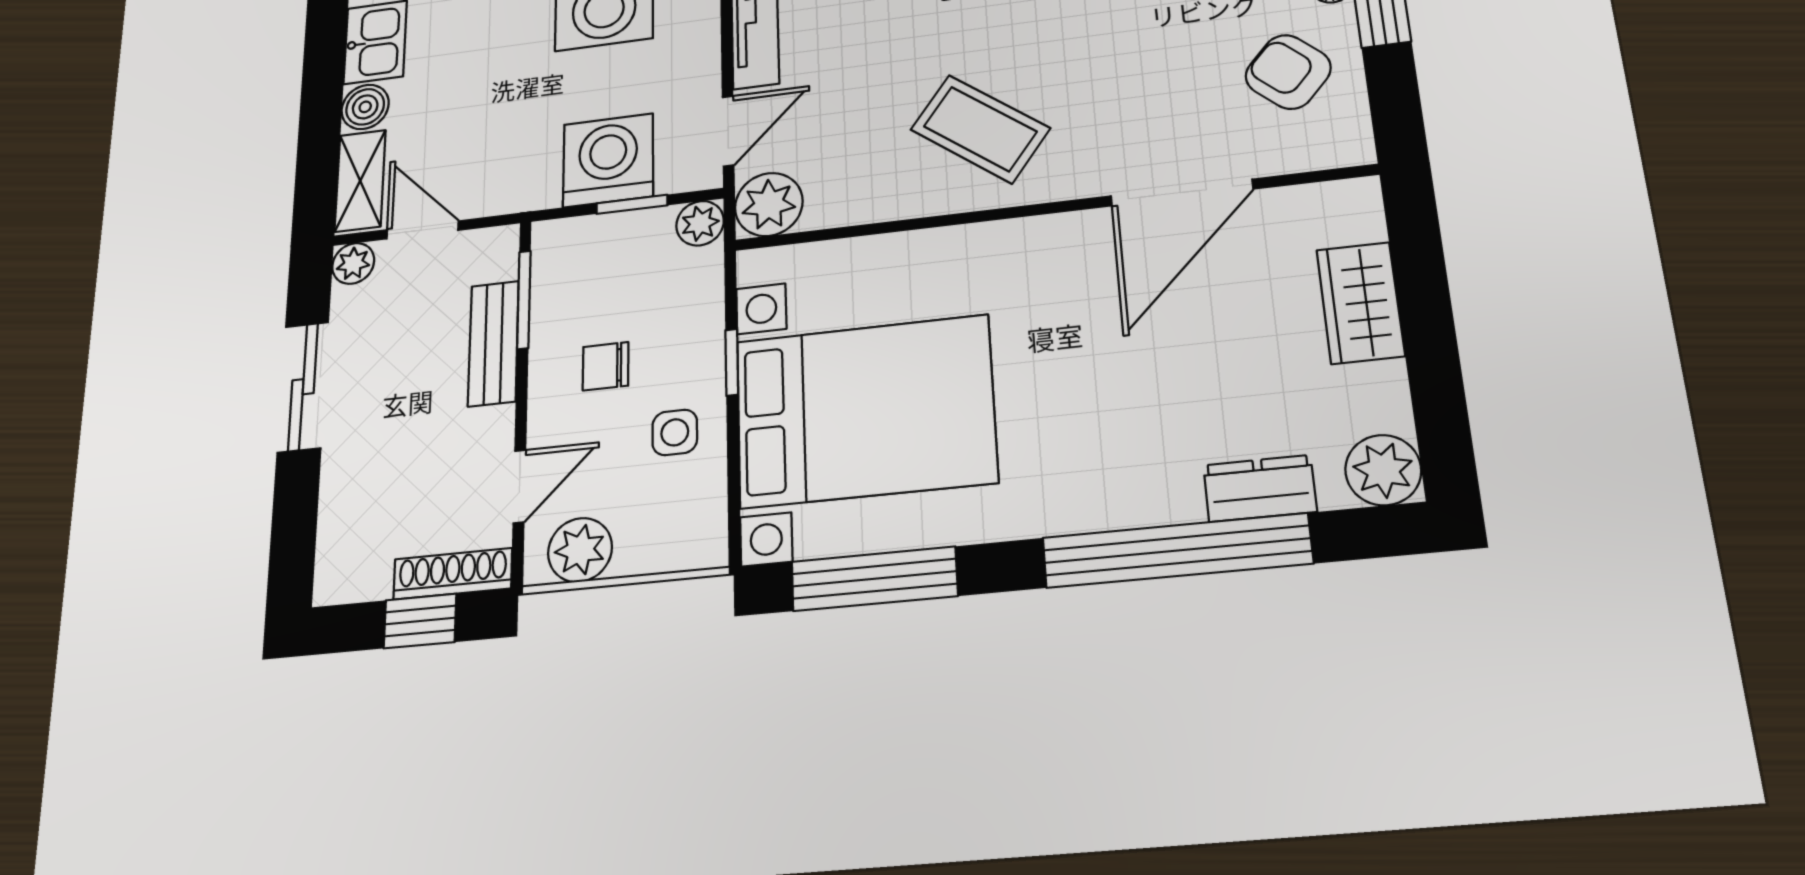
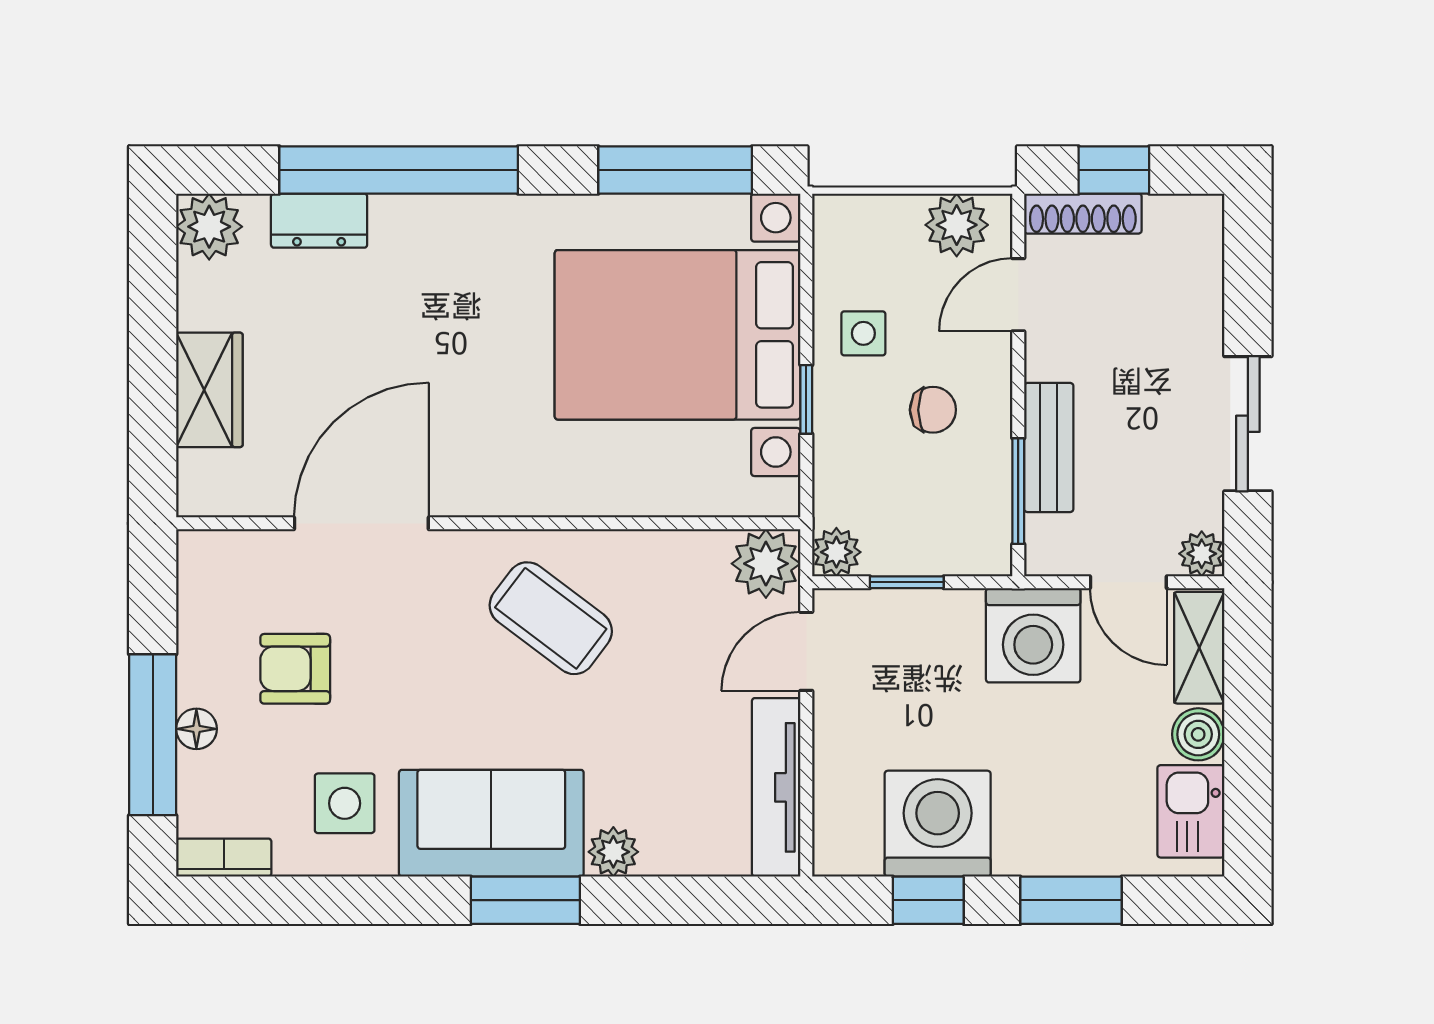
armchair: (1288, 72) -> (295, 669), moved, turned 138
washing machine: (608, 160) -> (1033, 635), moved

